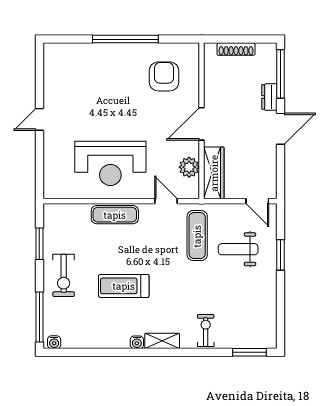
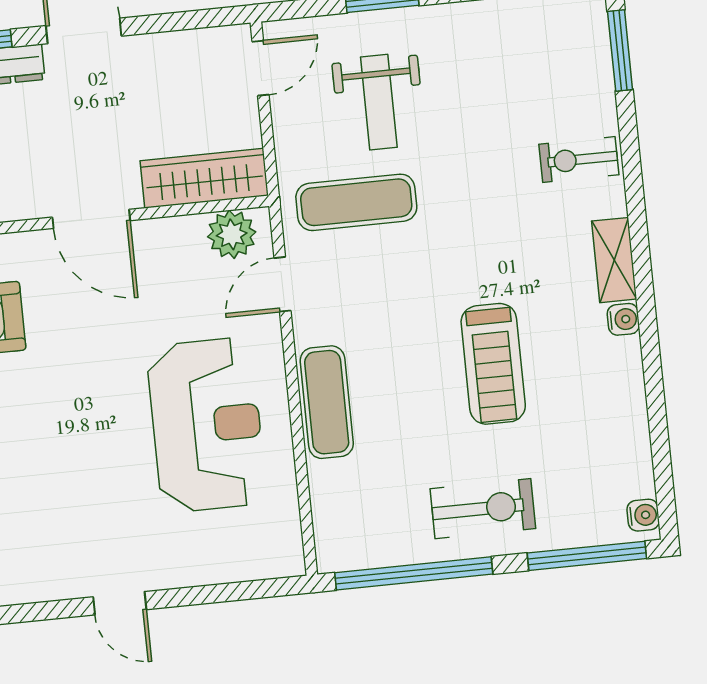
plant: (189, 167) -> (232, 234), moved
window: (39, 244) -> (414, 573), width x2.11

